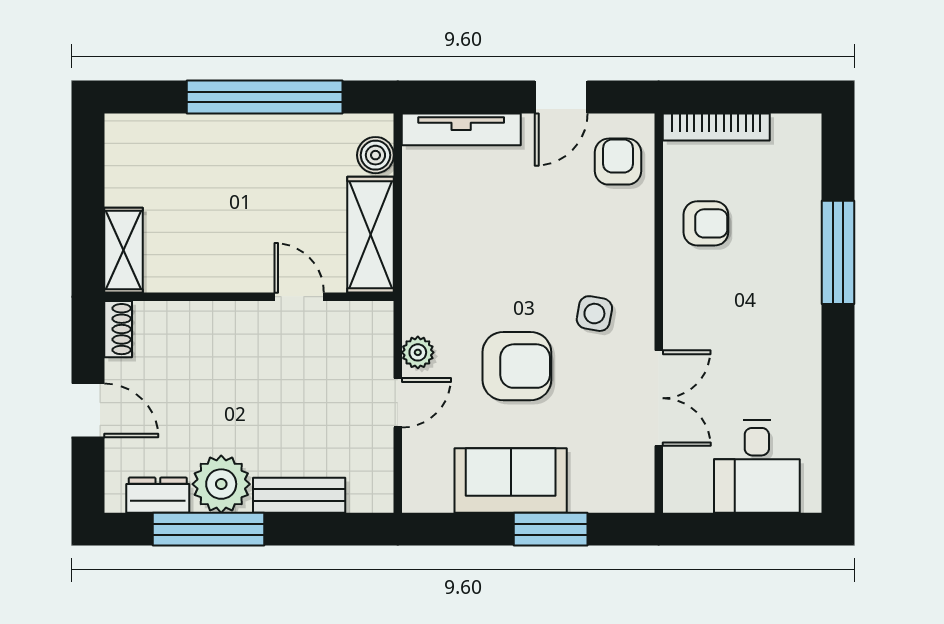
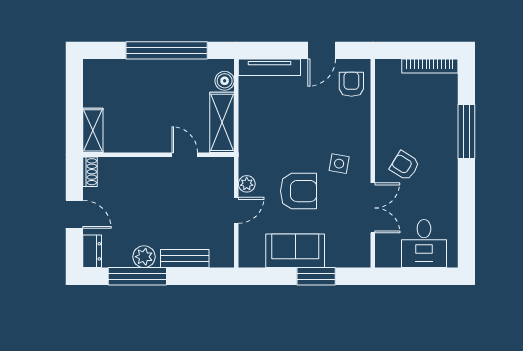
bookcase: (716, 127) -> (430, 66), moved
armchair: (706, 223) -> (405, 166), moved, turned -148
plant: (221, 484) -> (144, 257), width x0.73, depth x0.73
dresser: (158, 495) -> (92, 251), moved, turned 90

